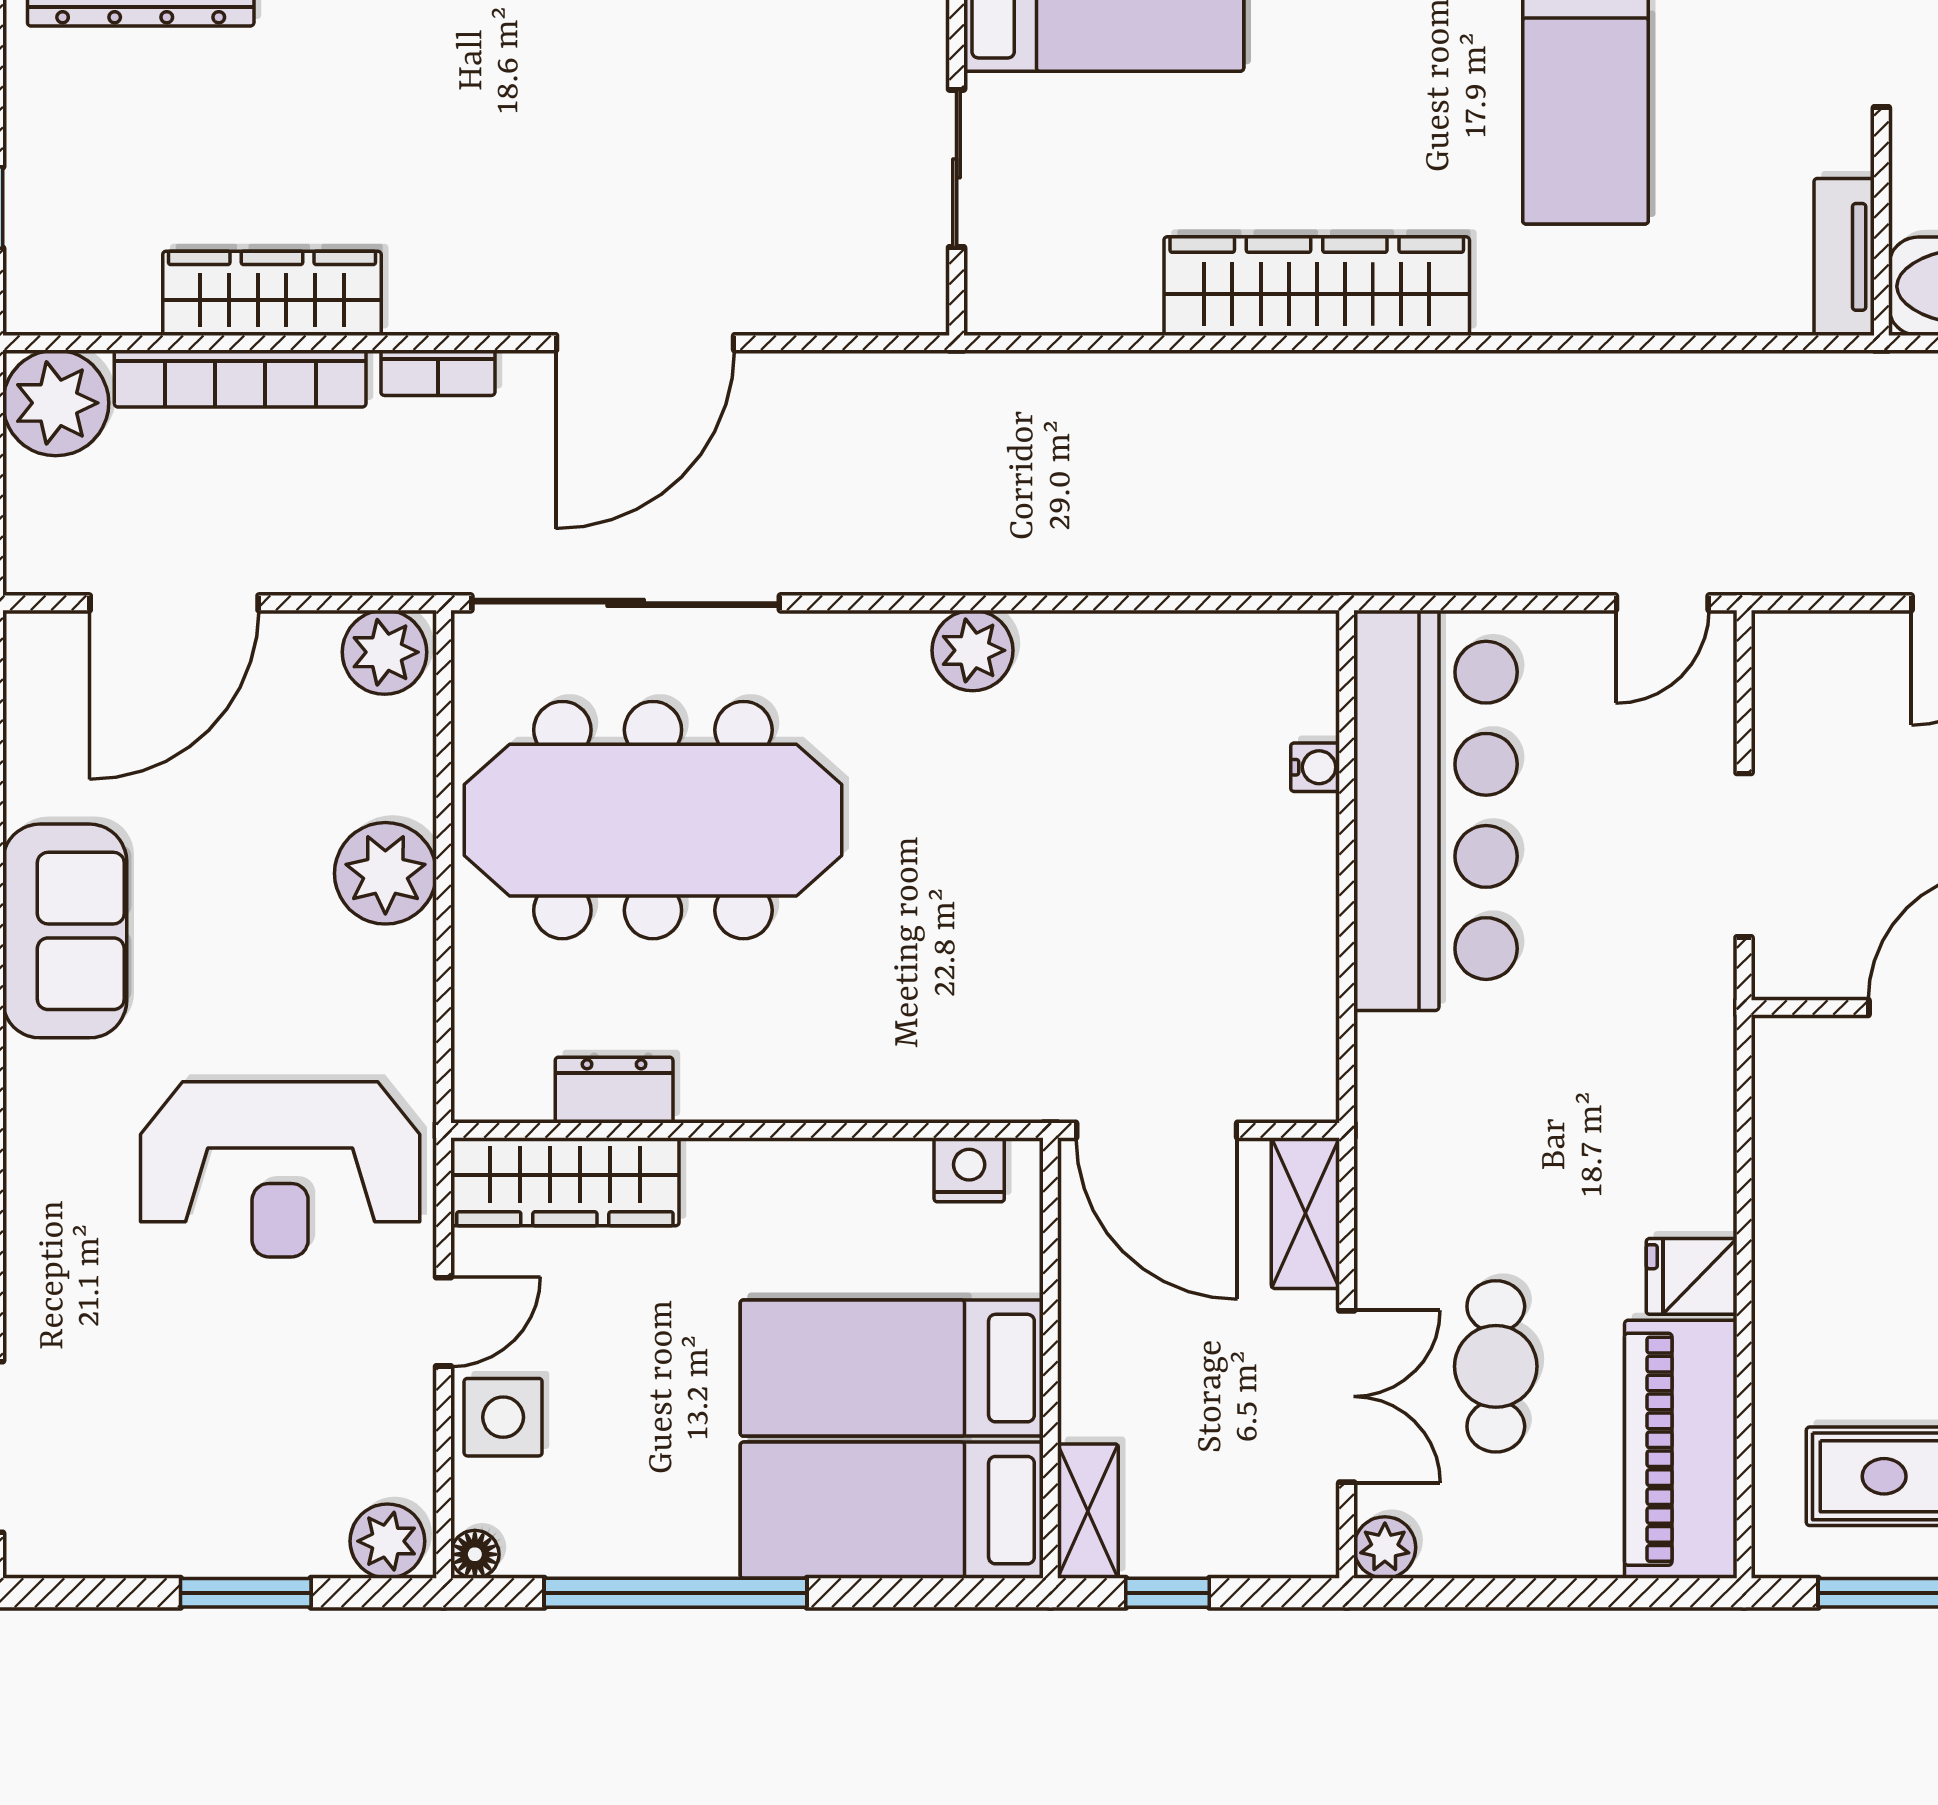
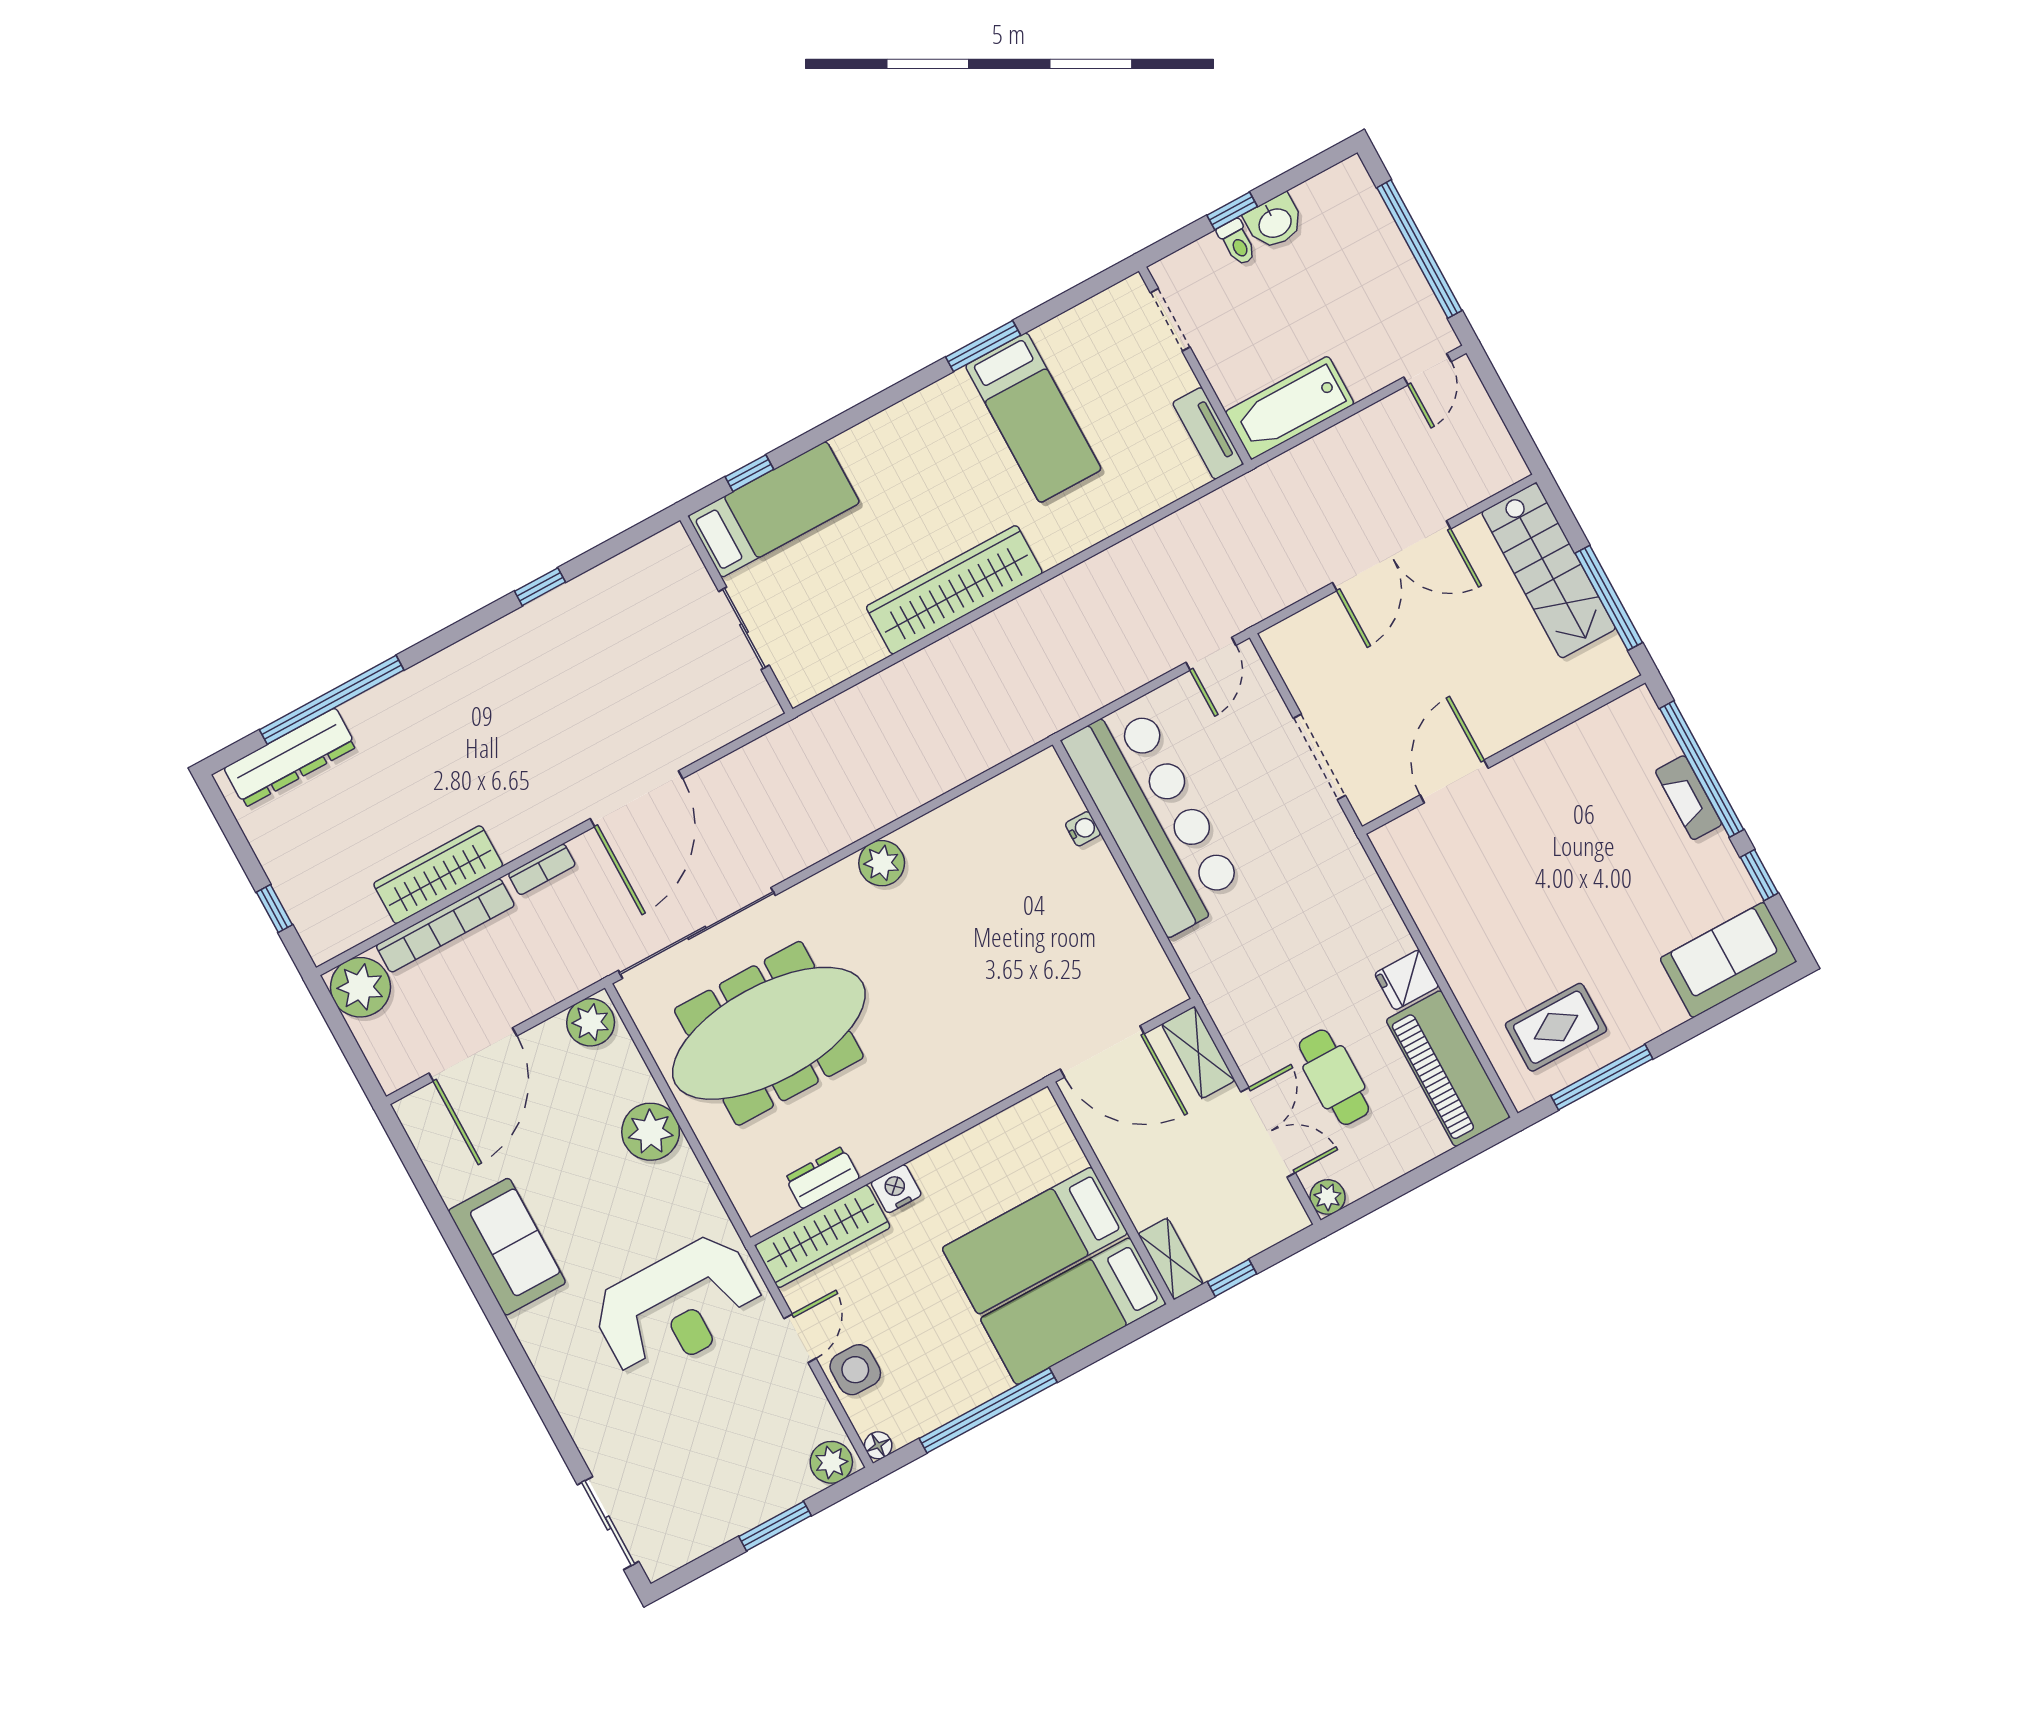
nightstand: (969, 1170) -> (896, 1189), moved

